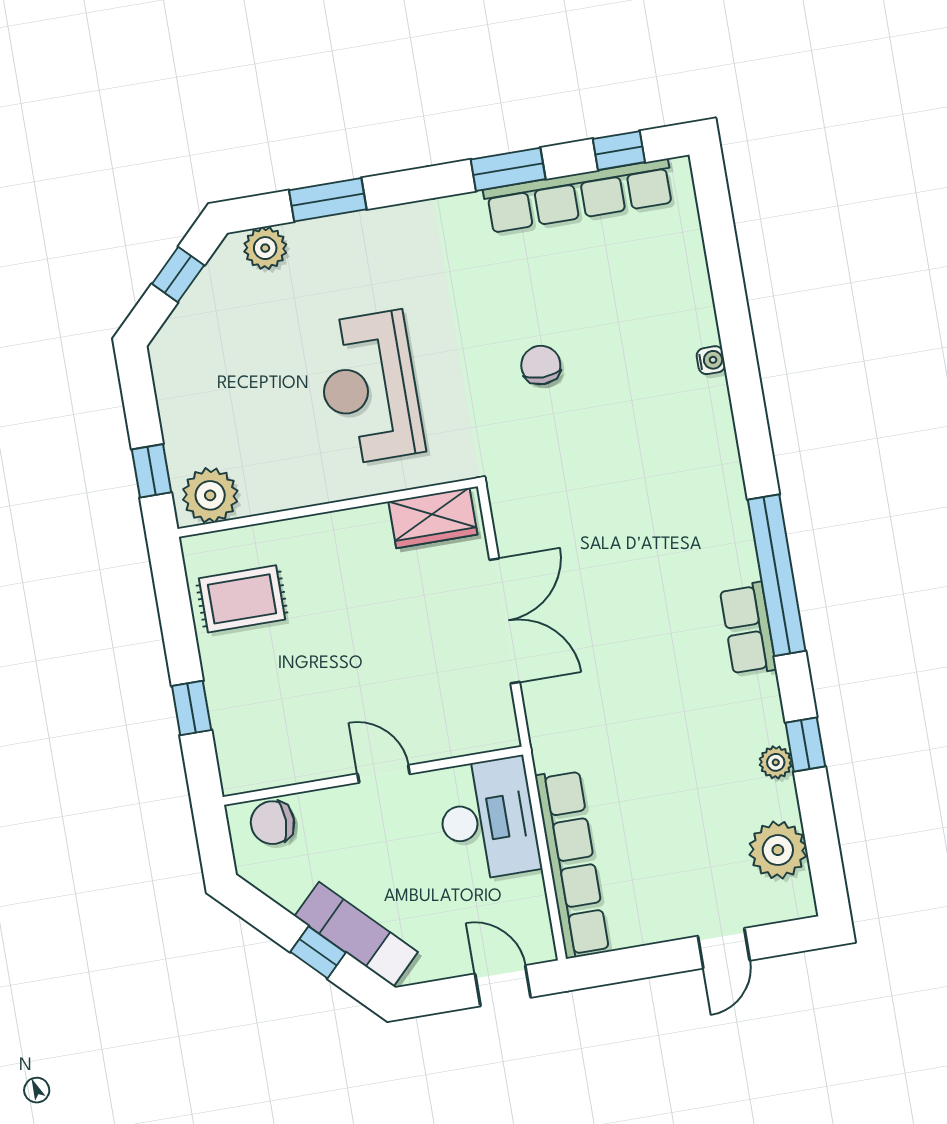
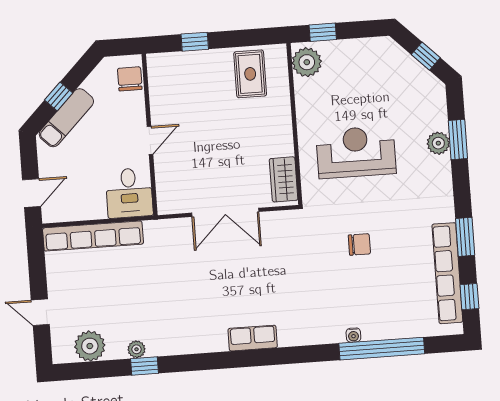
plant: (265, 248) -> (438, 143), moved
window: (777, 575) -> (382, 349), moved
row of seats: (748, 629) -> (253, 338), moved
desk: (488, 819) -> (129, 193), width x0.73

